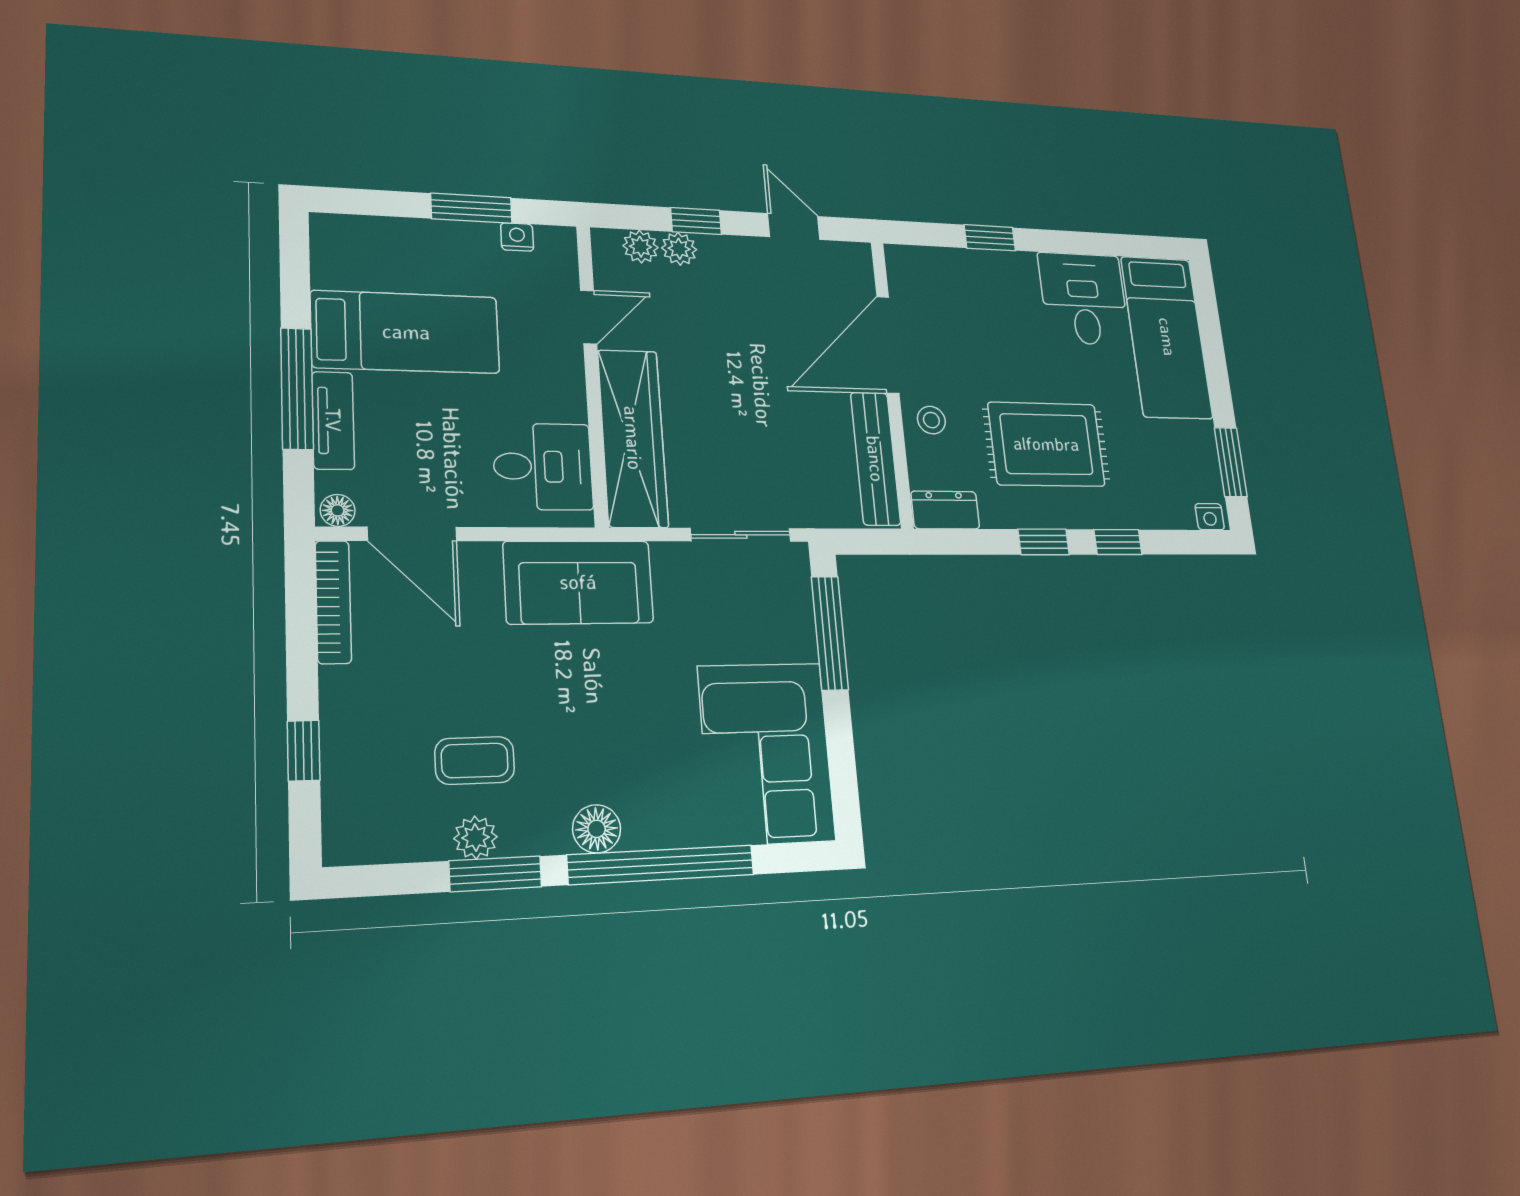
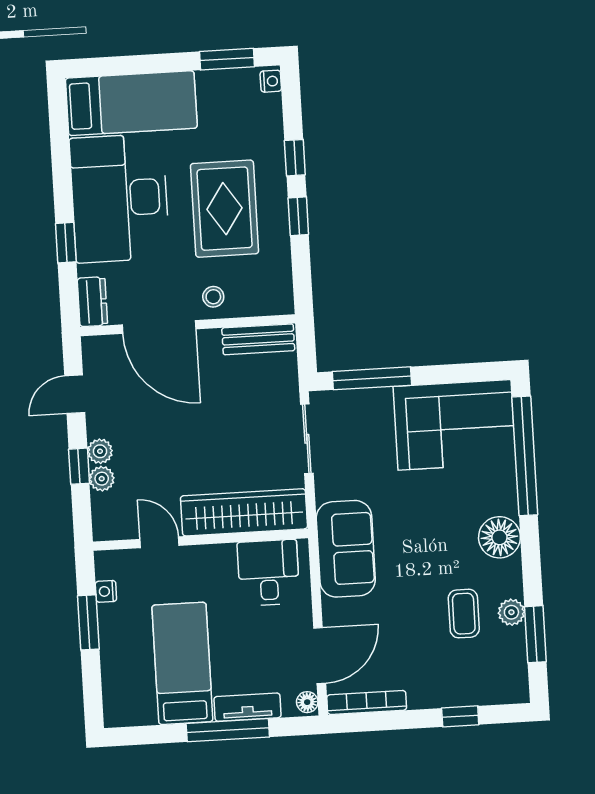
plant: (640, 247) -> (100, 451), moved
desk: (1084, 299) -> (119, 198), width x1.87, depth x1.30
bench: (875, 459) -> (258, 339), width x0.73
dresser: (945, 510) -> (92, 302), moved, turned 180
floor lamp: (597, 829) -> (499, 537), width x1.38, depth x1.38
window: (661, 865) -> (525, 456), moved
window: (495, 874) -> (535, 634), moved

